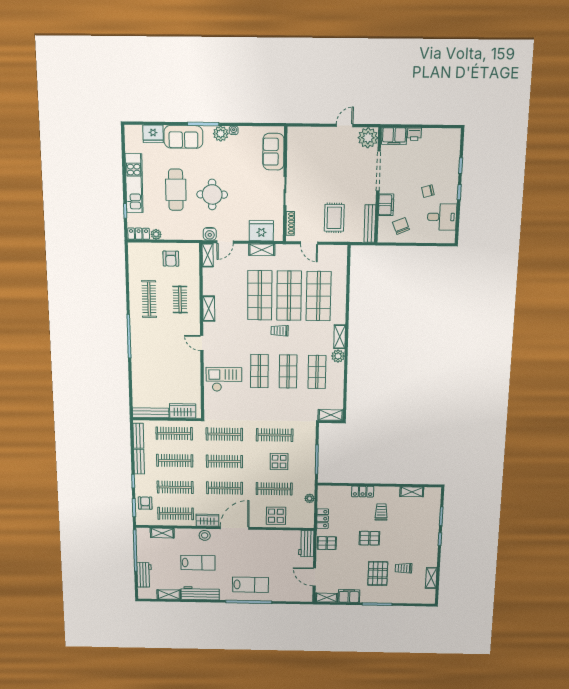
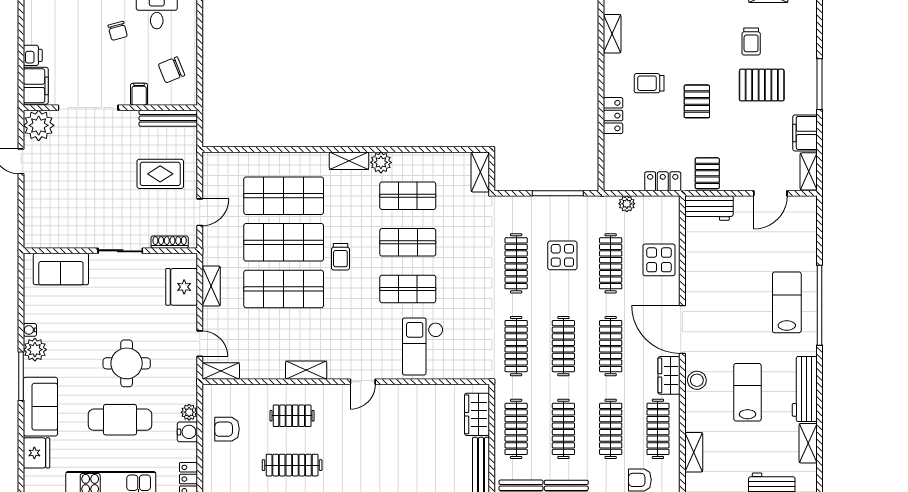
filing cabinet: (386, 205) -> (139, 94), width x0.50
plant: (156, 234) -> (189, 412), moved
water cooler: (210, 234) -> (187, 432), moved
armchair: (171, 259) -> (227, 429), turned 180

